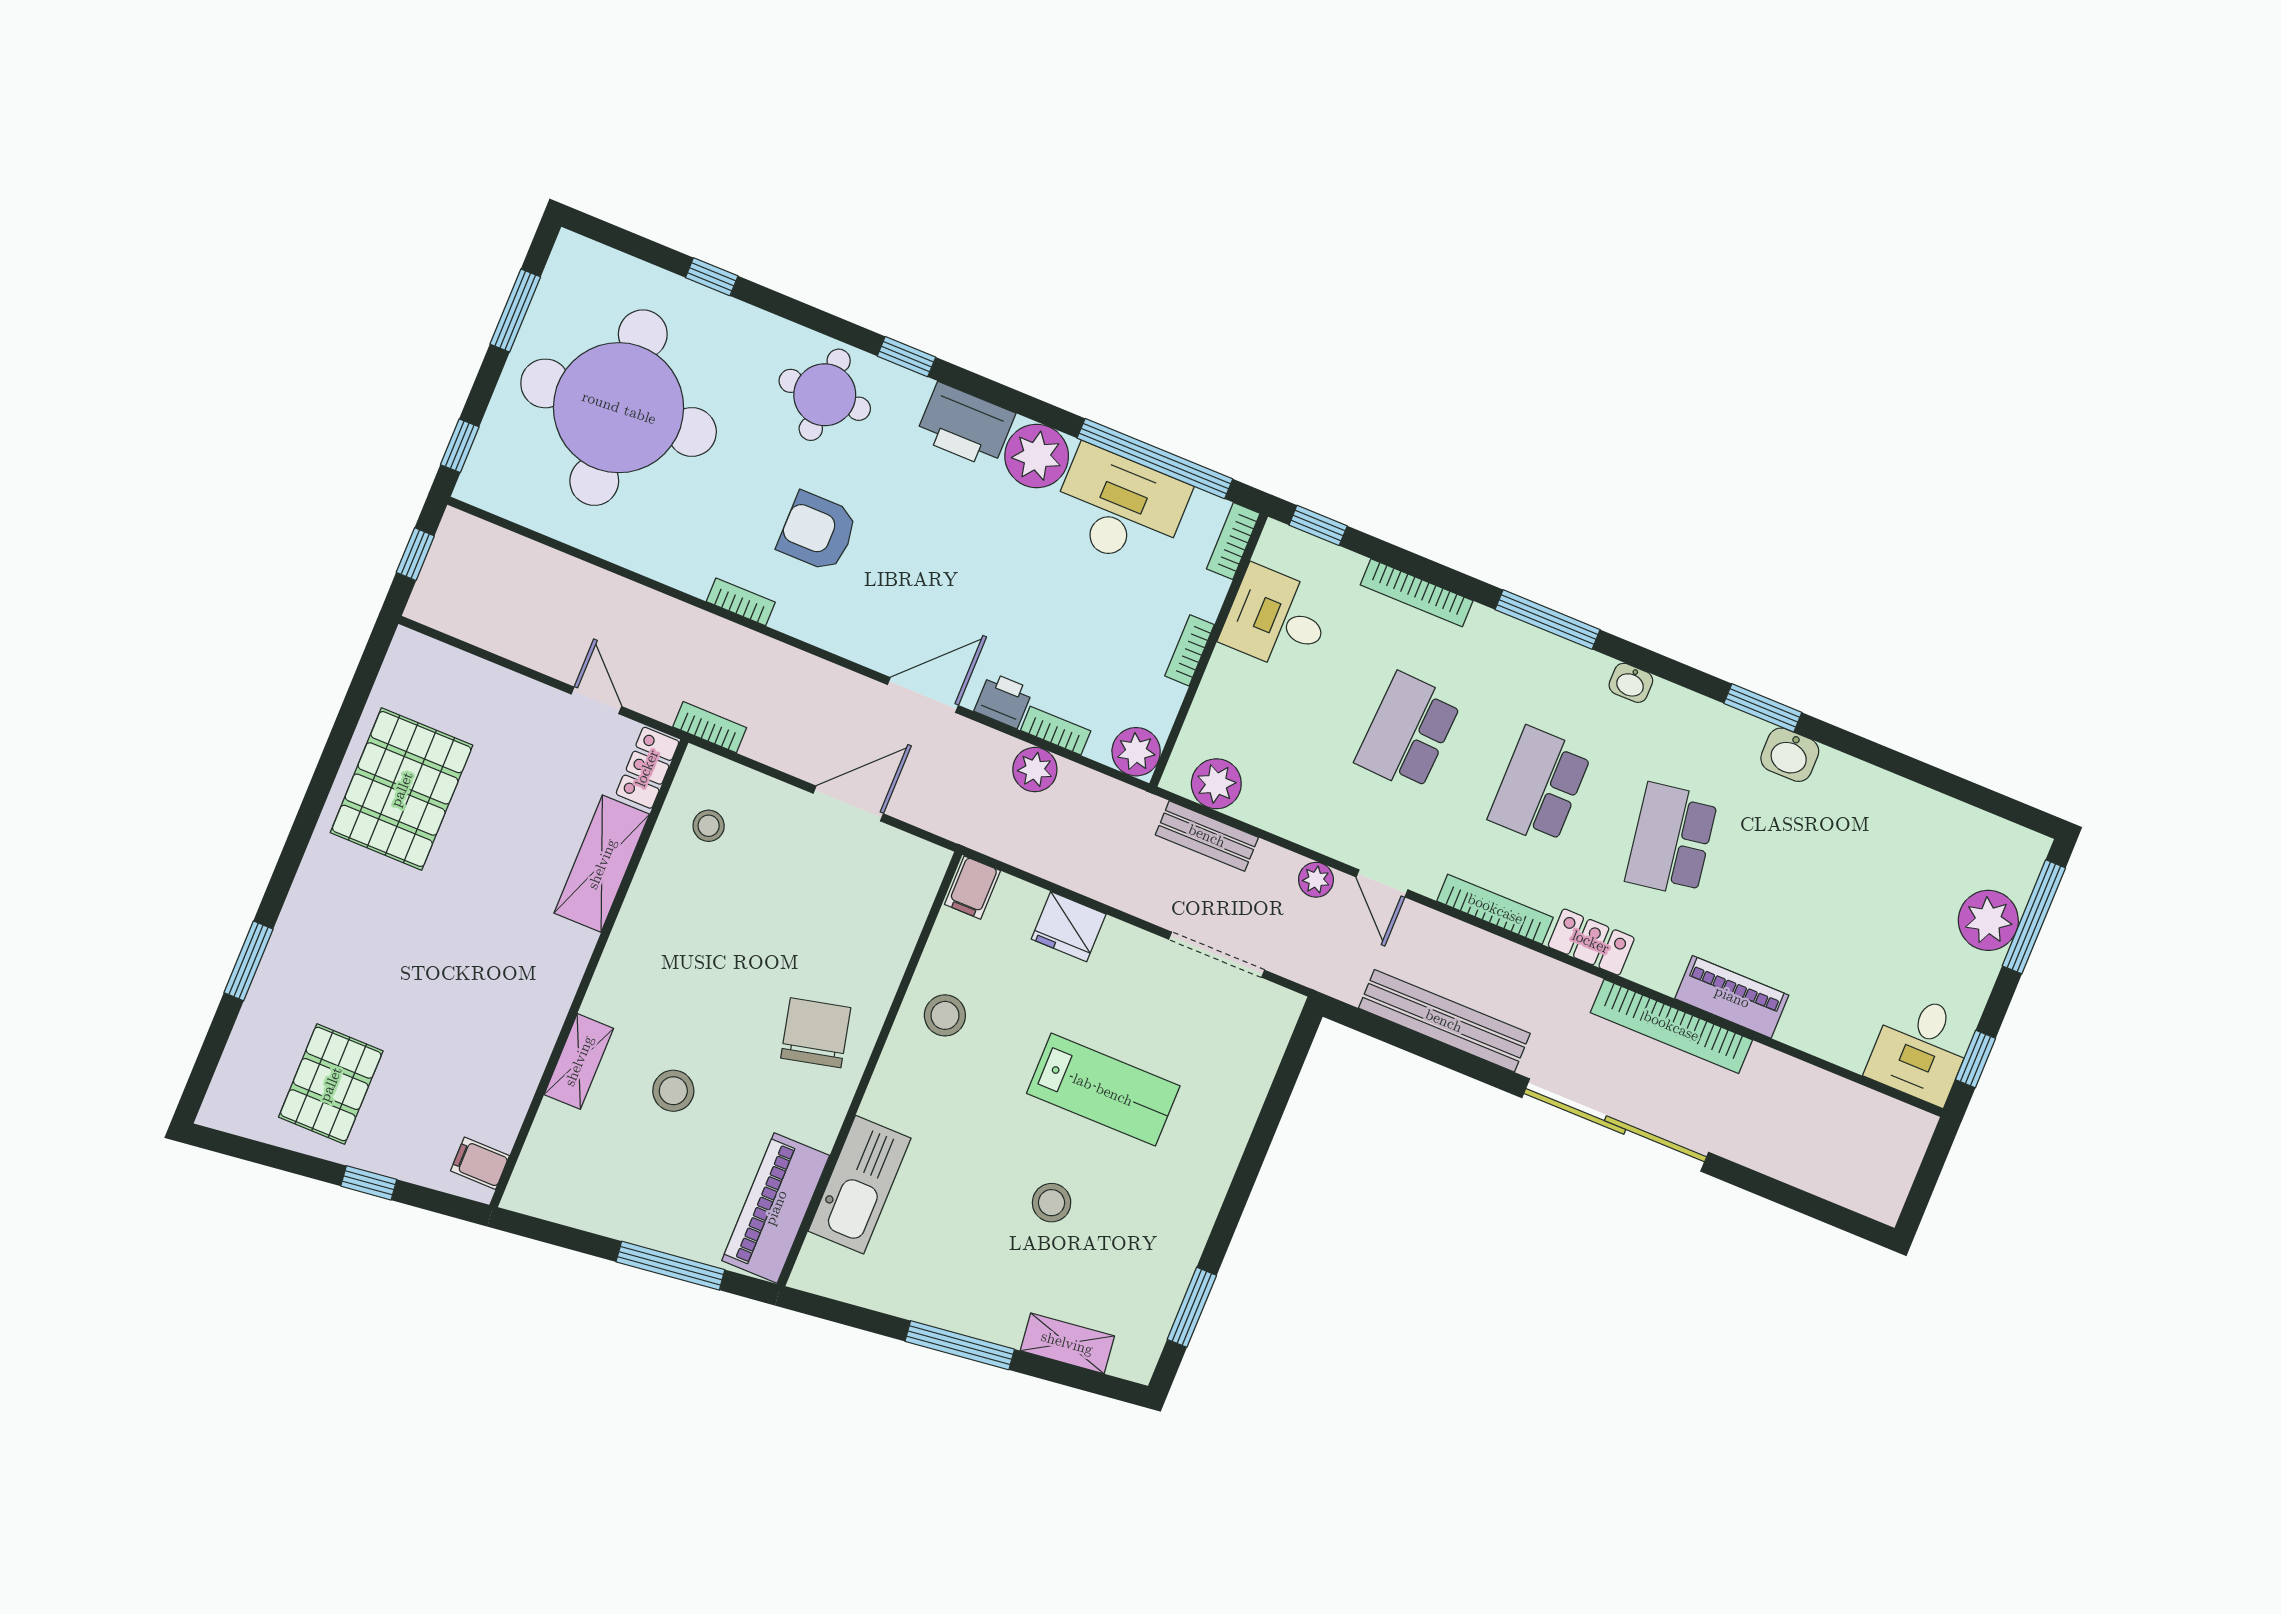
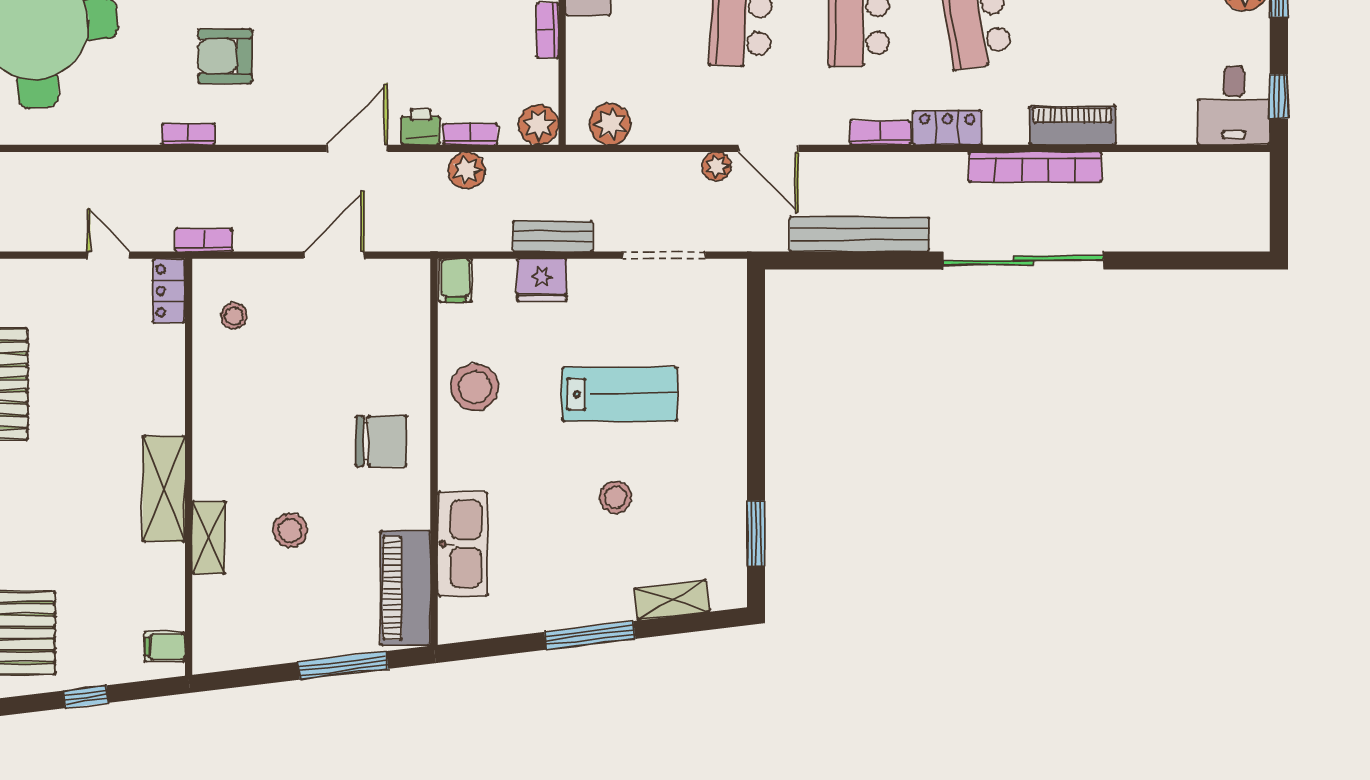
bench: (1207, 836) -> (552, 236), moved
shelving: (602, 864) -> (164, 489), moved
door: (1382, 883) -> (768, 148), width x1.38
bookcase: (1495, 909) -> (880, 133), width x0.64
stool: (945, 1015) -> (475, 387), width x1.38, depth x1.38
chair: (816, 1033) -> (381, 441), turned 103

